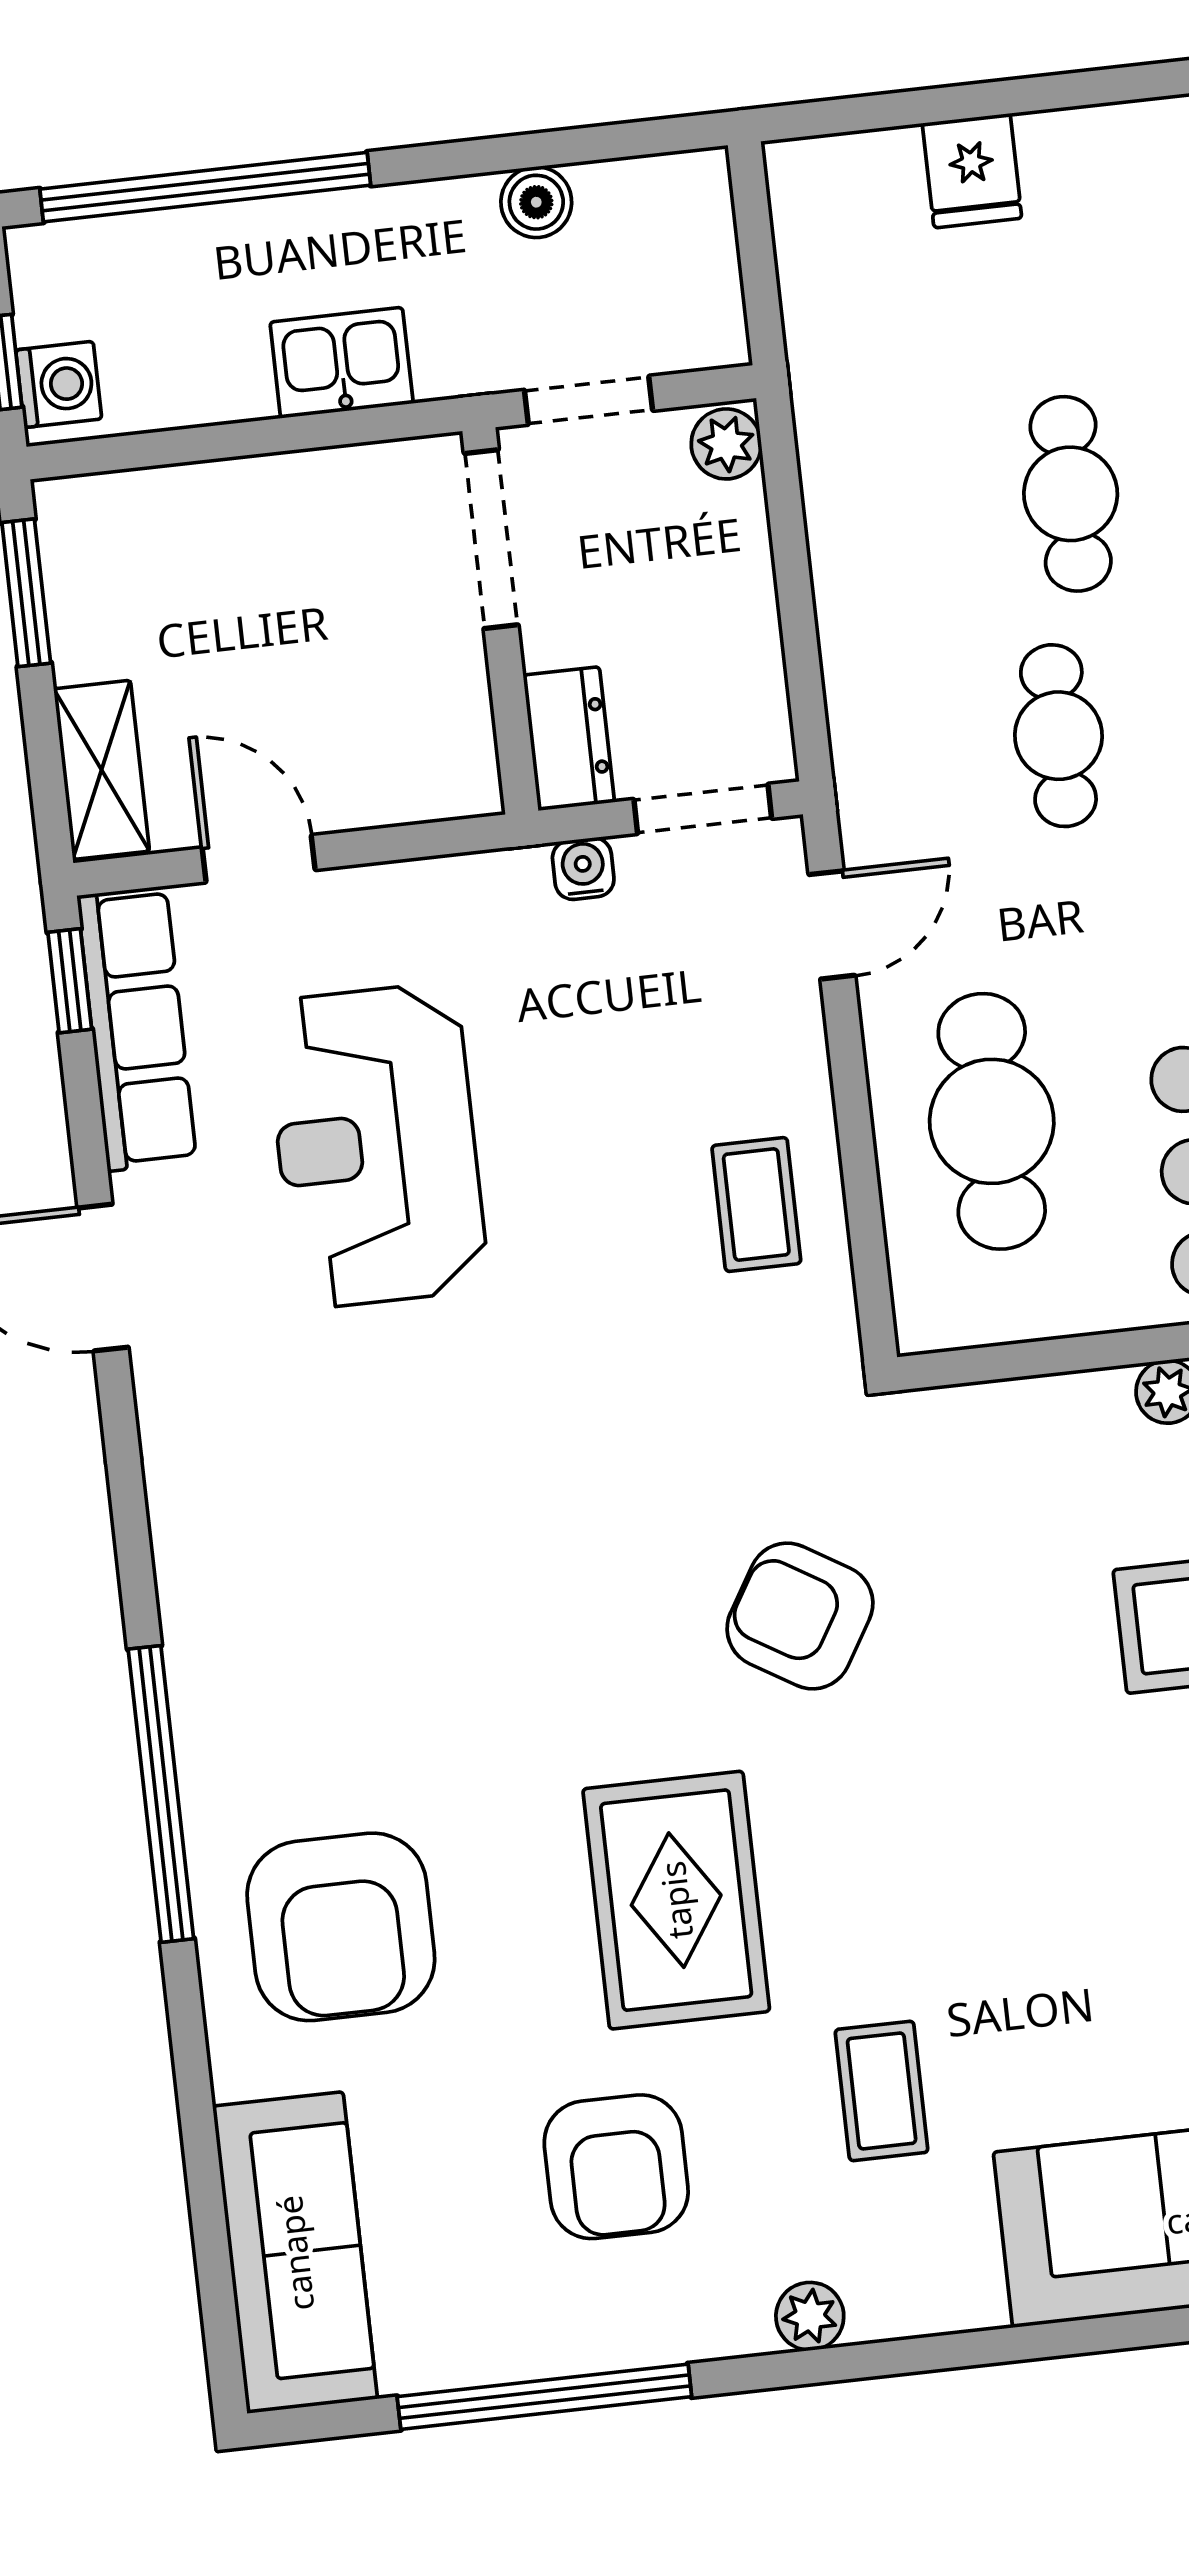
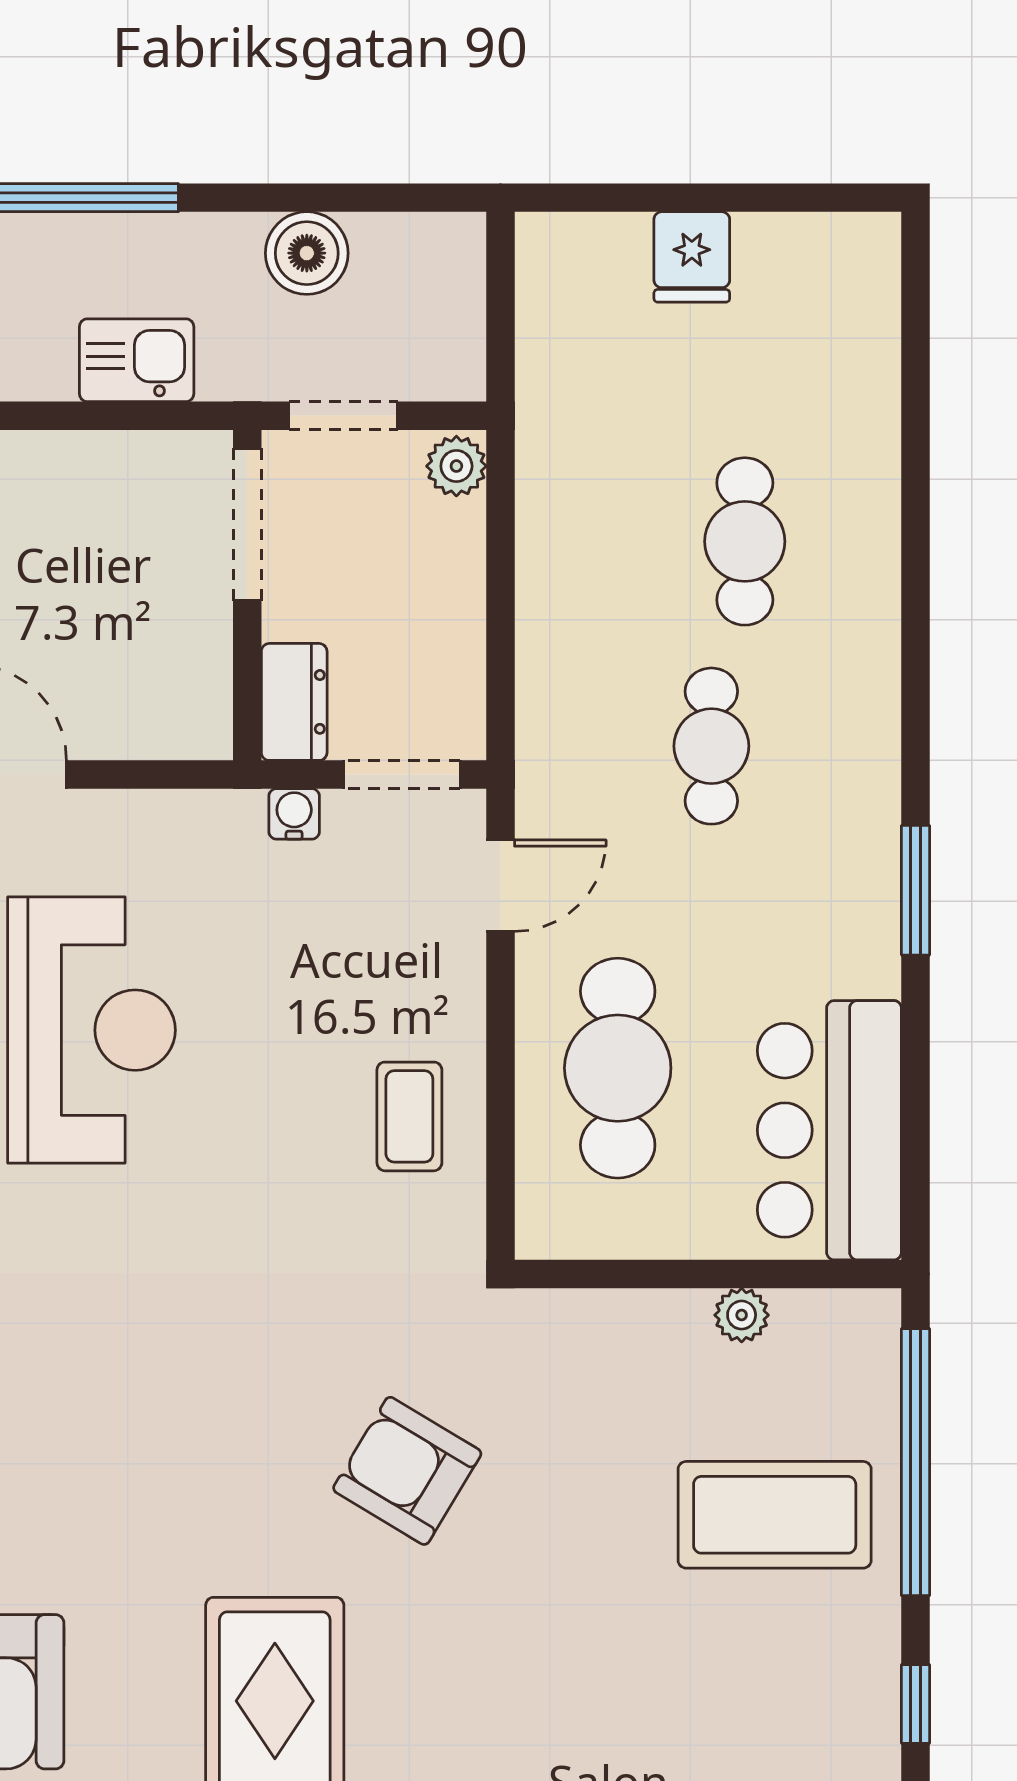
boiler: (536, 202) -> (307, 253), width x1.36, depth x1.36
reception desk: (376, 1146) -> (92, 1030), turned 180

